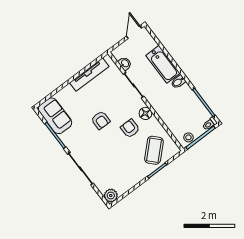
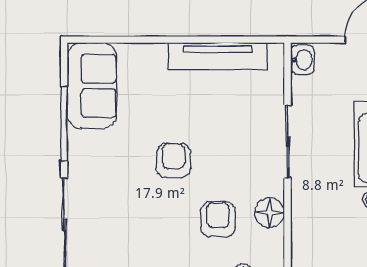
washbasin: (125, 63) -> (303, 60), moved
armchair: (101, 120) -> (173, 161), turned 180

